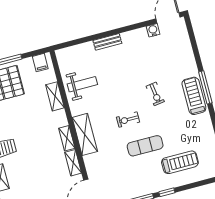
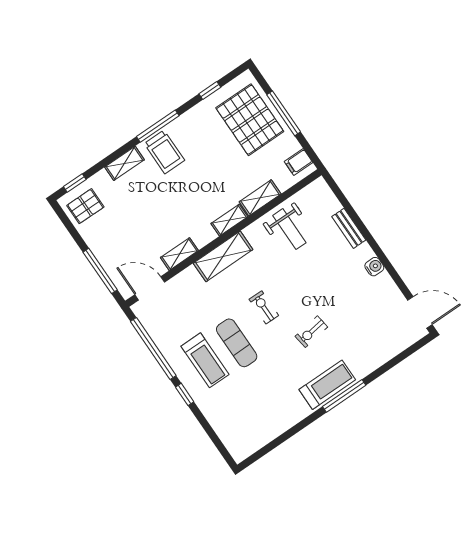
water cooler: (153, 30) -> (374, 267), moved
bench: (107, 42) -> (349, 228), moved
shelving: (67, 138) -> (229, 220), moved
treadmill: (180, 162) -> (205, 360), moved

